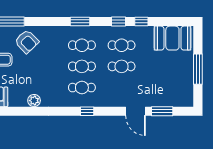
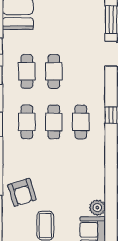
armchair: (27, 41) -> (22, 192), turned 117
plant: (34, 101) -> (97, 208), moved

